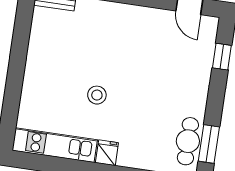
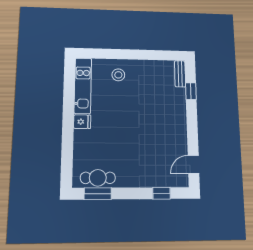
stool: (97, 95) -> (118, 75), moved

